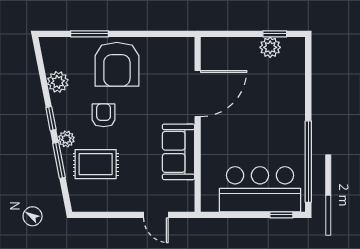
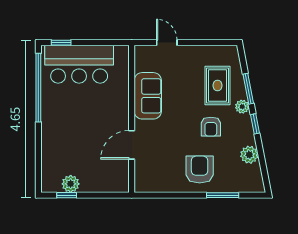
armchair: (117, 64) -> (200, 170), width x0.73, depth x0.73
door: (198, 94) -> (132, 145), width x0.73
rug: (96, 164) -> (217, 85), turned 90

